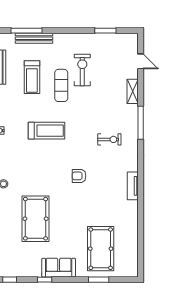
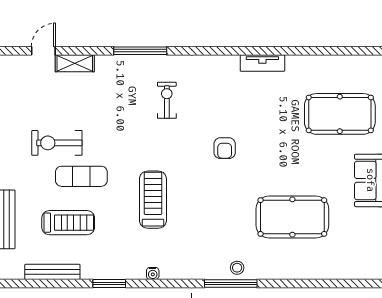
shelving: (133, 91) -> (75, 63), moved
tv unit: (133, 186) -> (262, 63), moved

